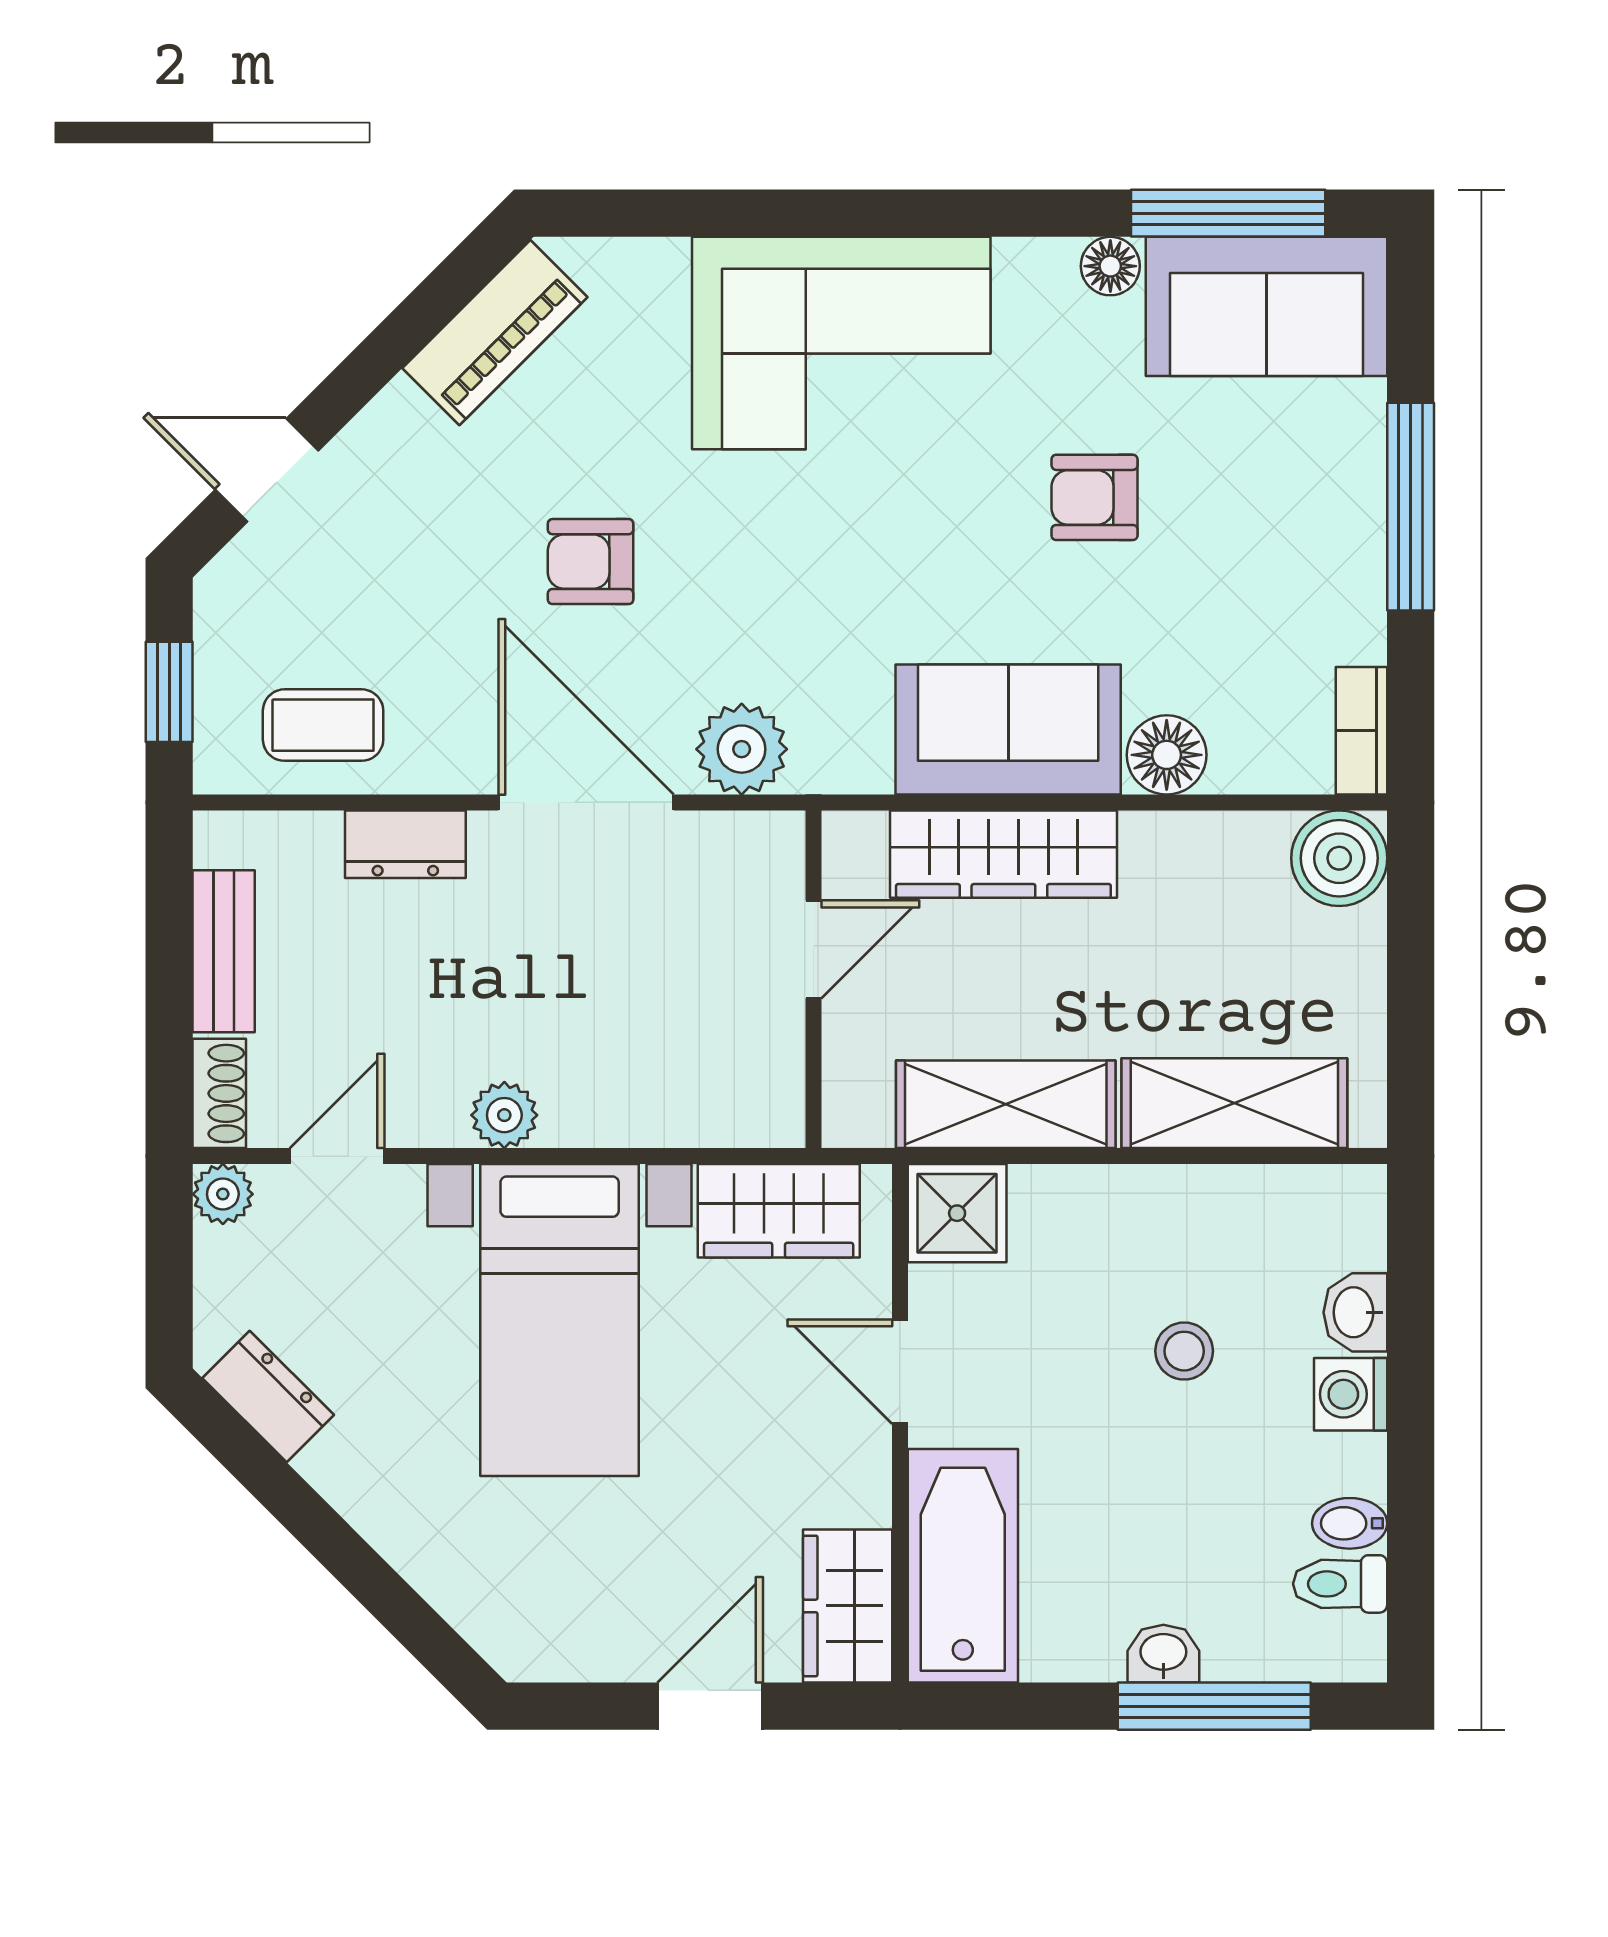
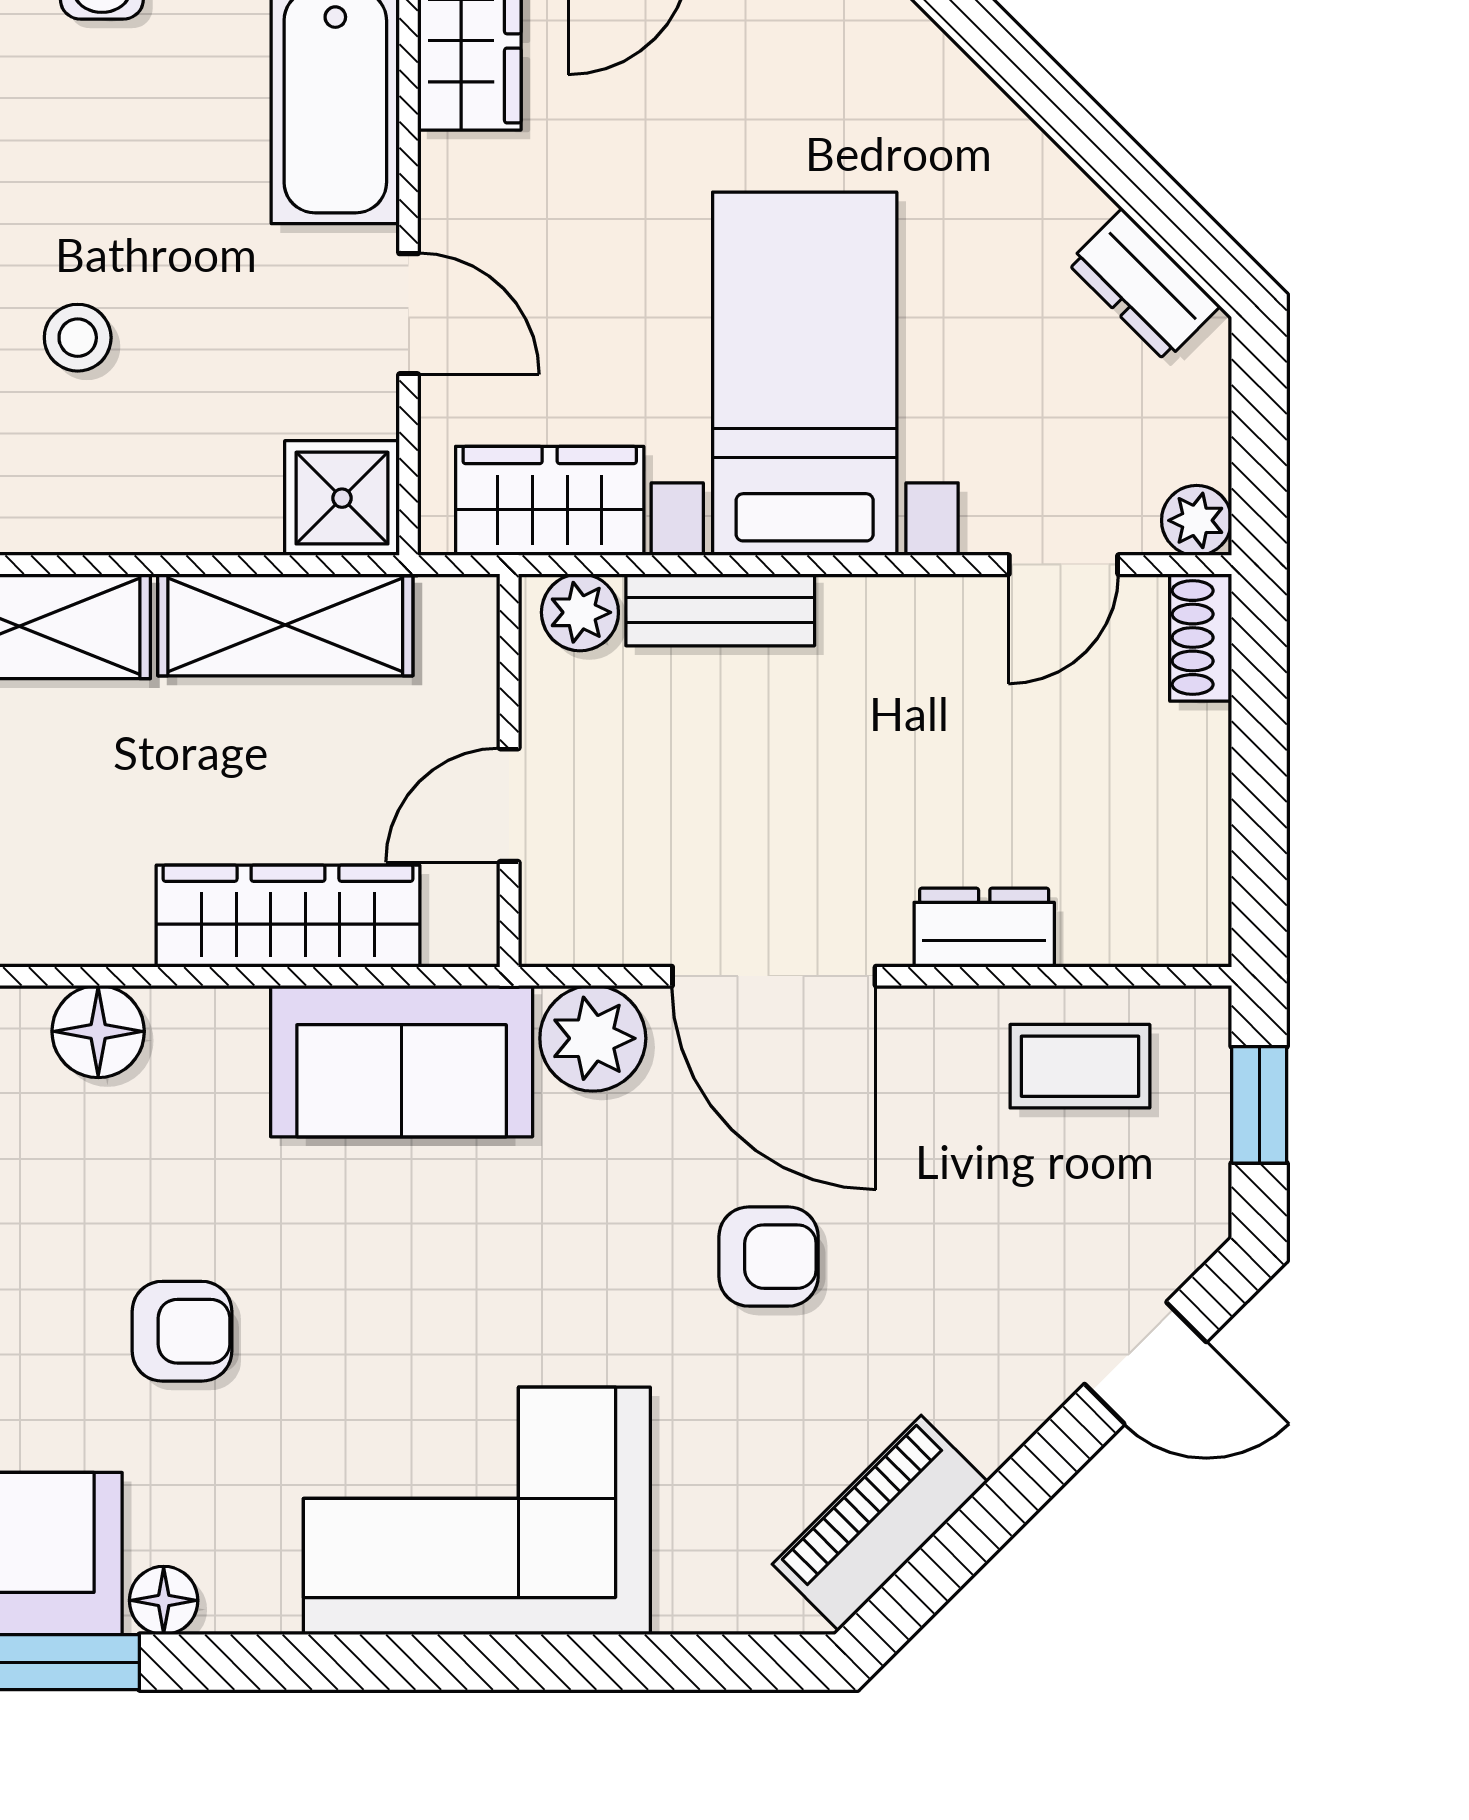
sofa: (1008, 730) -> (402, 1061), moved
bench: (224, 951) -> (720, 610), moved, turned 90
plant: (504, 1115) -> (580, 612), moved

